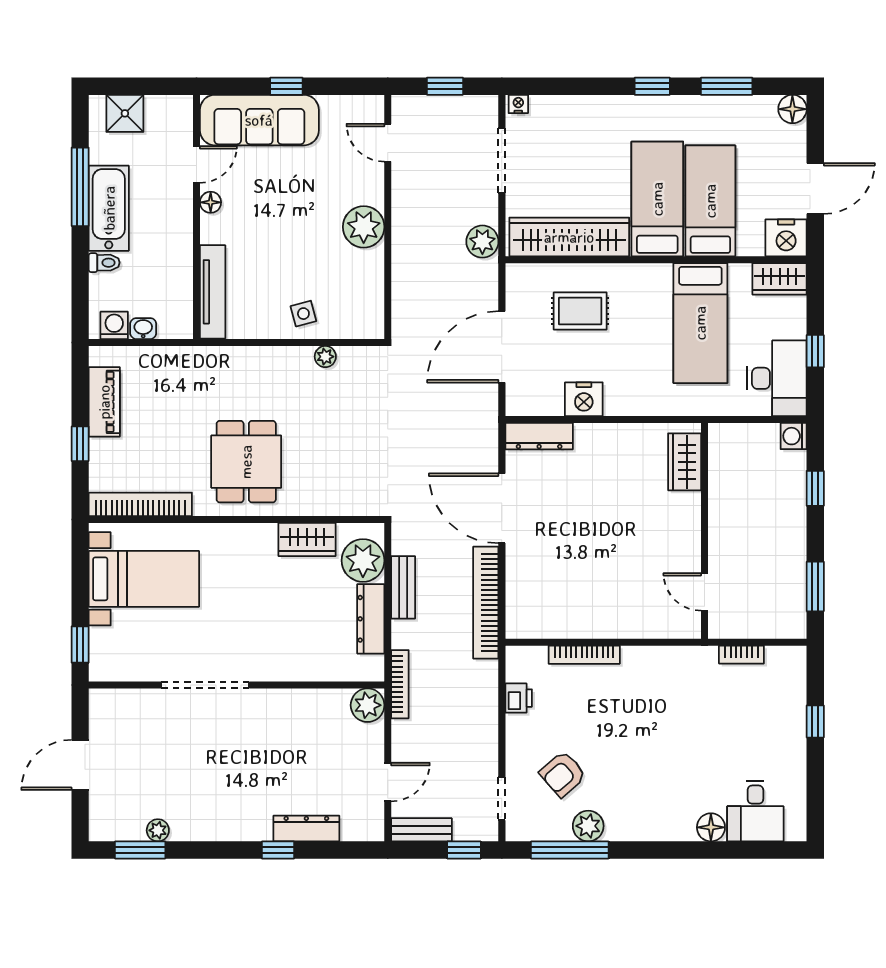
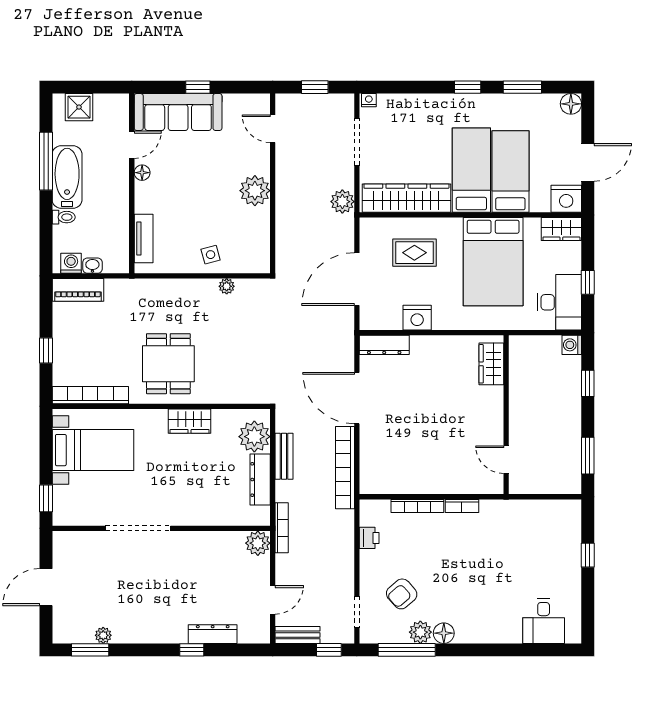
tv unit: (213, 292) -> (144, 239), width x0.71
bed: (700, 323) -> (493, 262), width x1.50
piano: (104, 402) -> (78, 290), moved, turned 90
wardrobe: (307, 540) -> (190, 421), moved
bookcase: (741, 655) -> (462, 506), moved
floor lamp: (711, 827) -> (444, 633), moved

